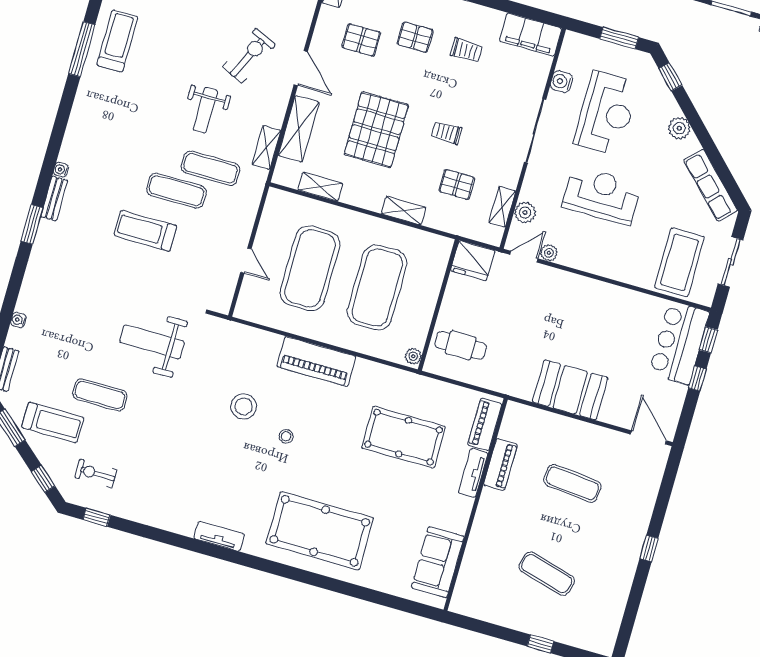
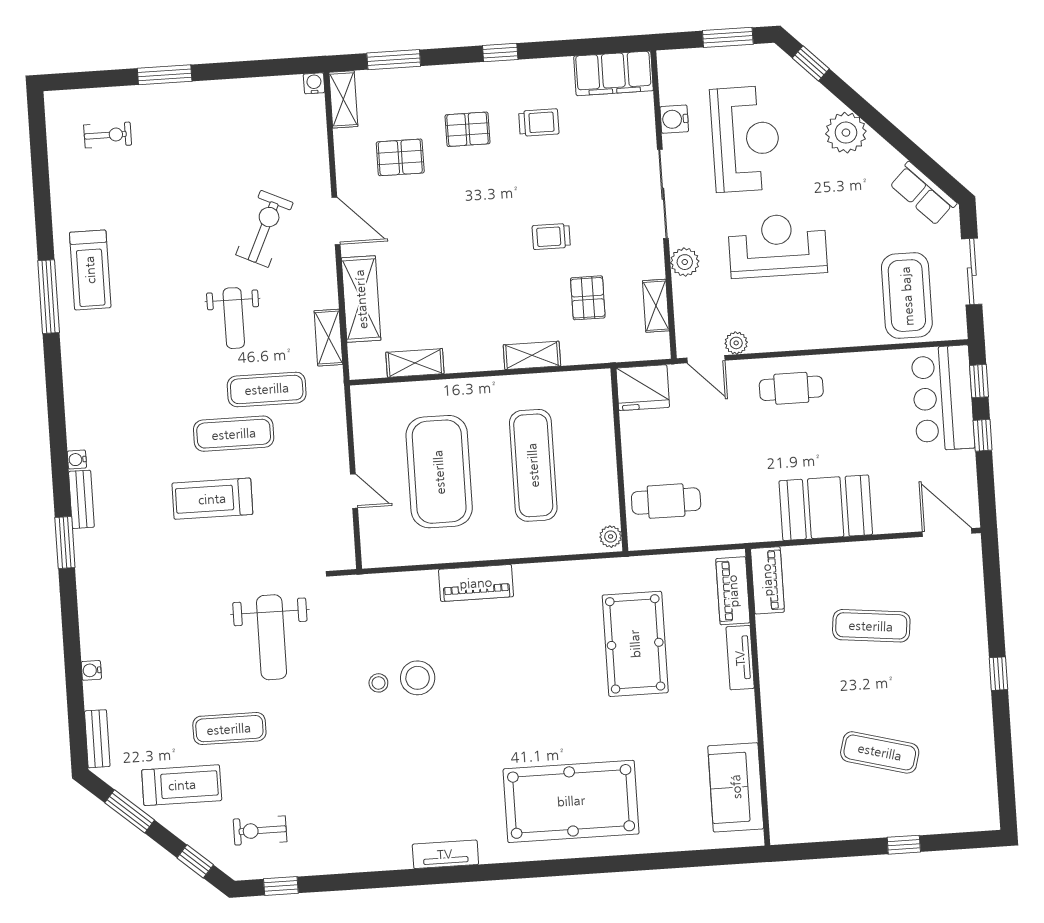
treadmill: (117, 41) -> (90, 270), turned 180
plant: (679, 128) -> (846, 133), width x1.36, depth x1.36
pallet: (376, 130) -> (460, 265), removed
pallet: (457, 184) -> (588, 298), turned 90
row of seats: (711, 185) -> (923, 193), width x0.68
plant: (525, 213) -> (685, 262), moved
door: (524, 257) -> (706, 359), swing flipped
exercise mat: (377, 287) -> (533, 465), width x0.68
cafe table: (576, 298) -> (791, 388), added
weight bench: (152, 342) -> (272, 637), turned -90
piano: (316, 362) -> (476, 583), width x0.73, depth x0.75
stool: (286, 436) -> (378, 683), moved
pool table: (404, 437) -> (635, 644), turned 90
piano: (500, 465) -> (767, 580), moved

